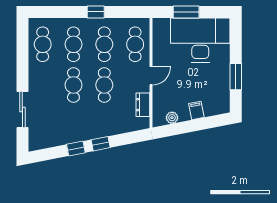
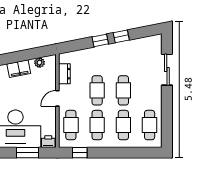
window: (96, 12) -> (80, 153), moved
printer: (162, 25) -> (48, 142), added
filing cabinet: (196, 110) -> (19, 69), width x2.00

